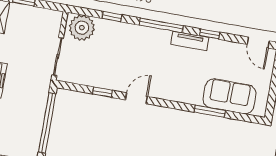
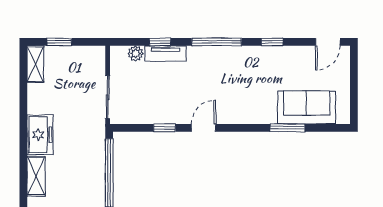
plant: (82, 28) -> (136, 53), width x0.53, depth x0.53
tv unit: (190, 41) -> (165, 54), moved
door: (258, 43) -> (328, 42), hinge flipped

